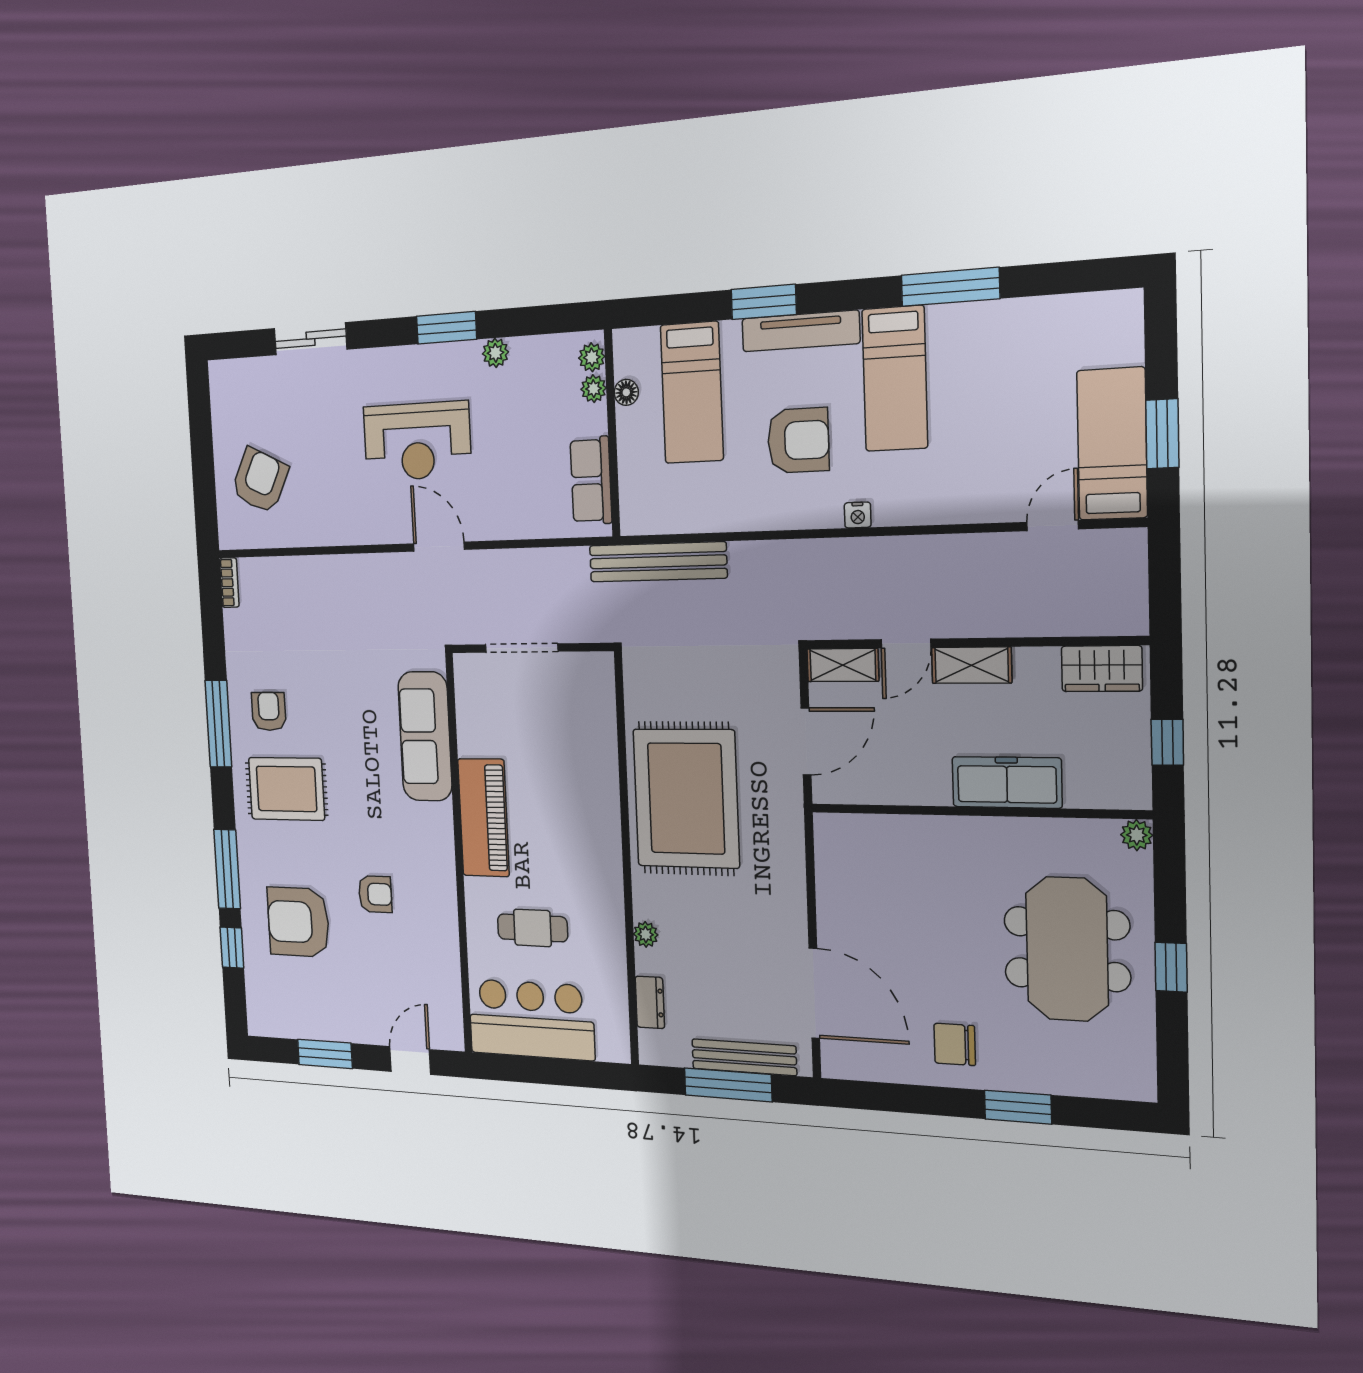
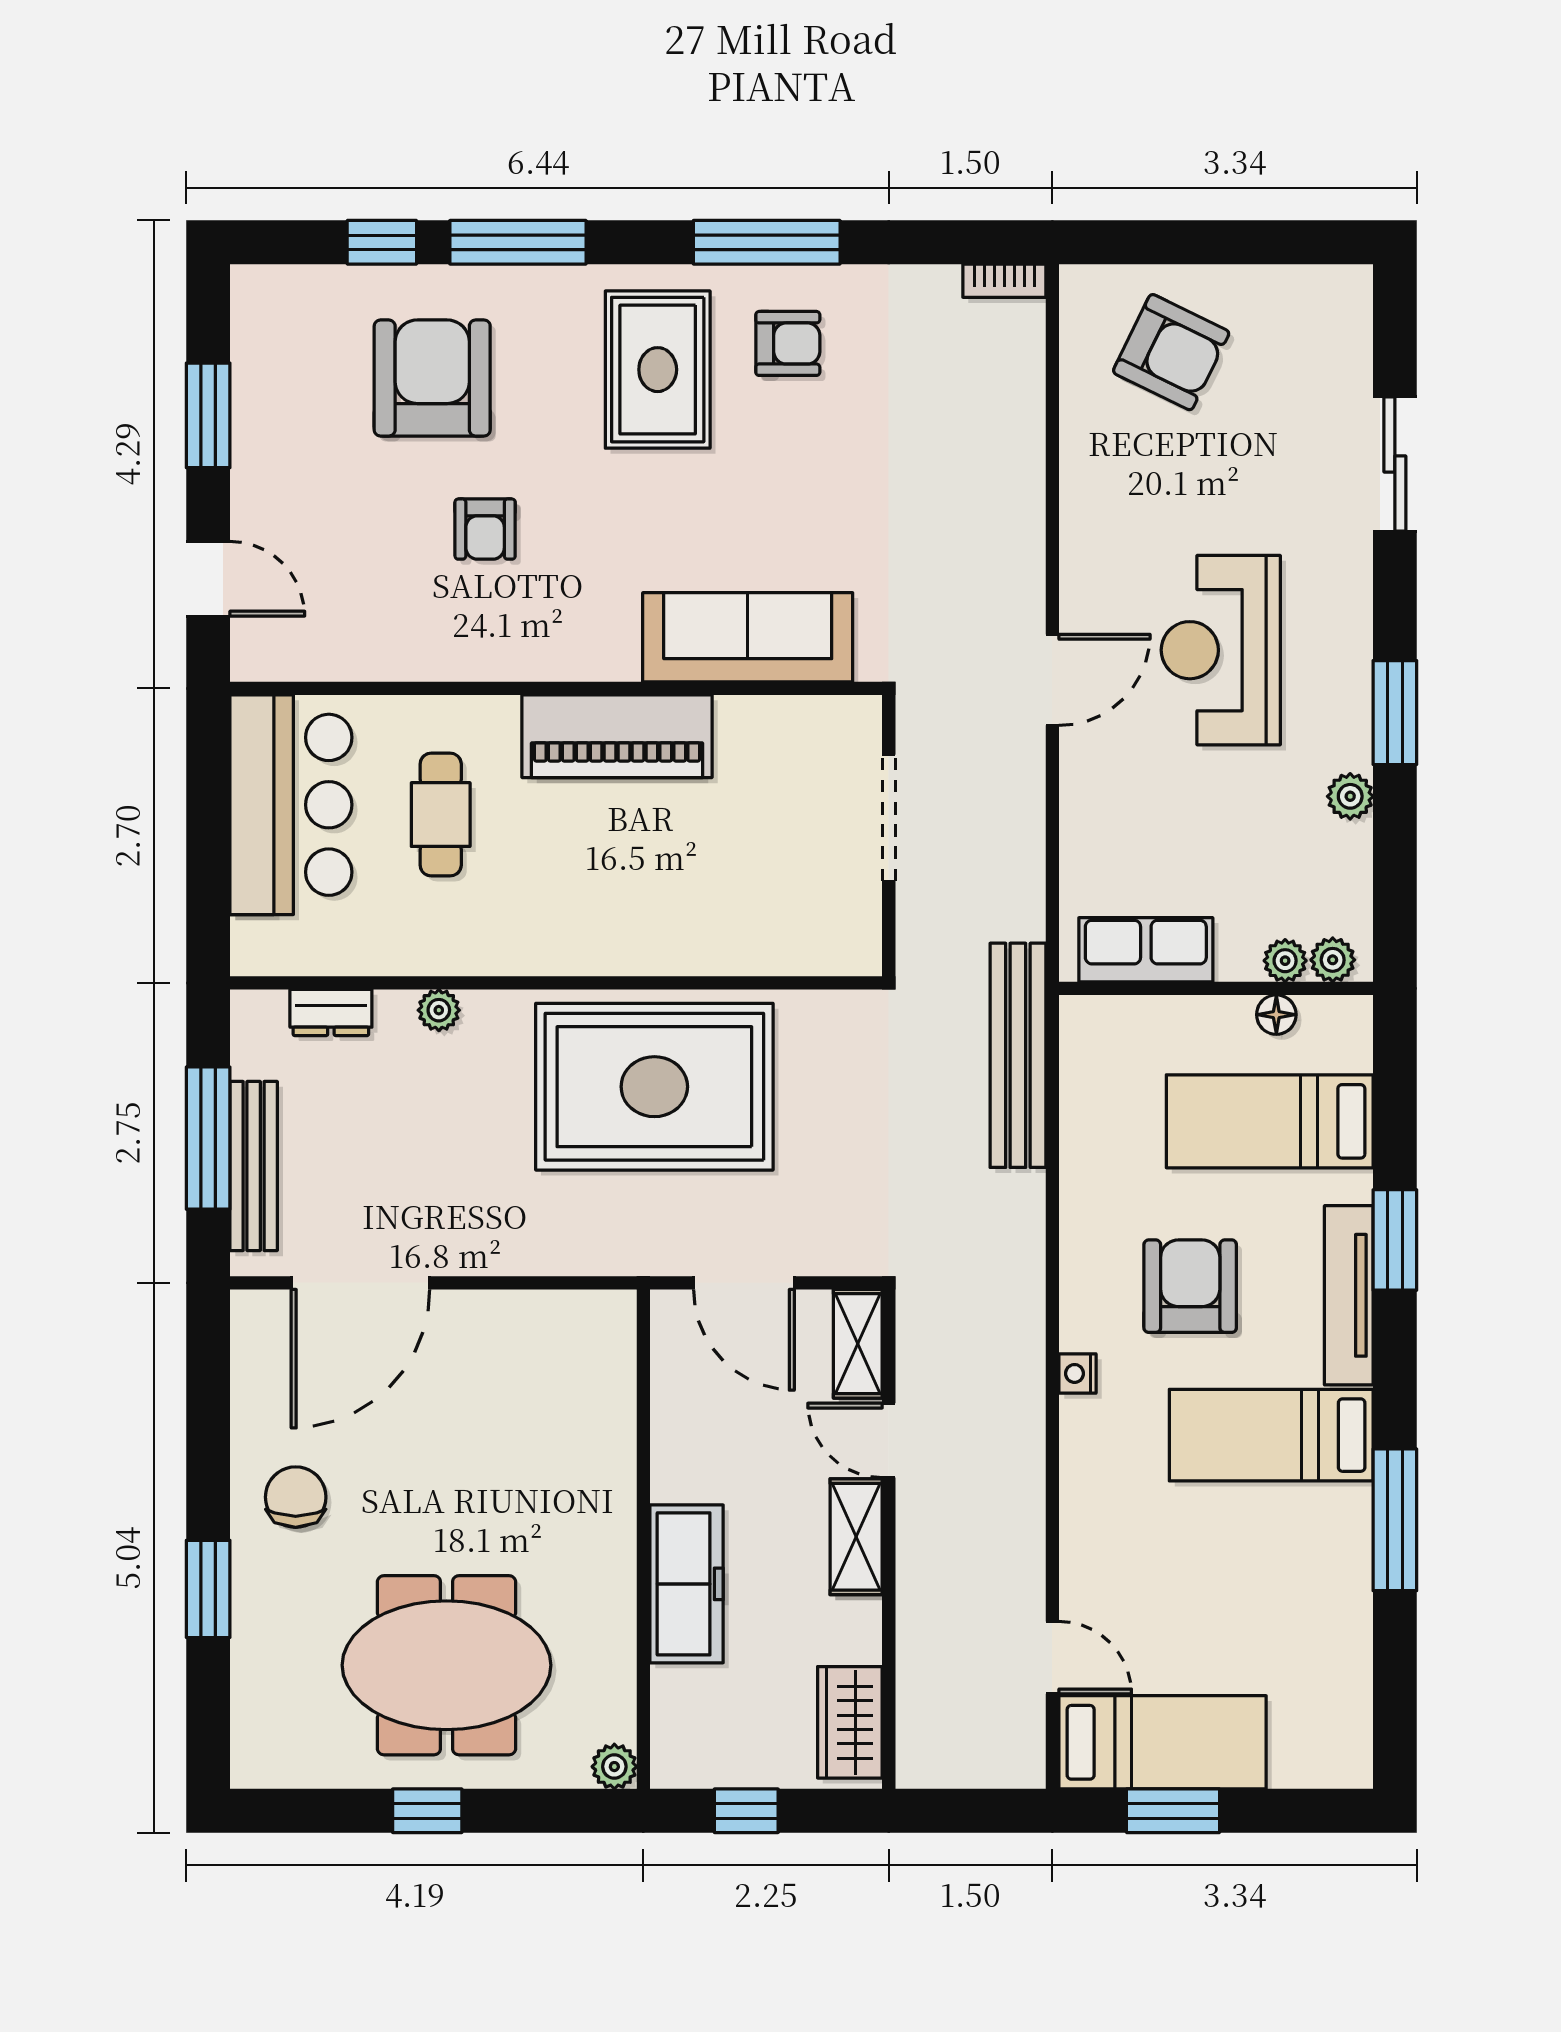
armchair: (798, 440) -> (1190, 1286), turned 180

